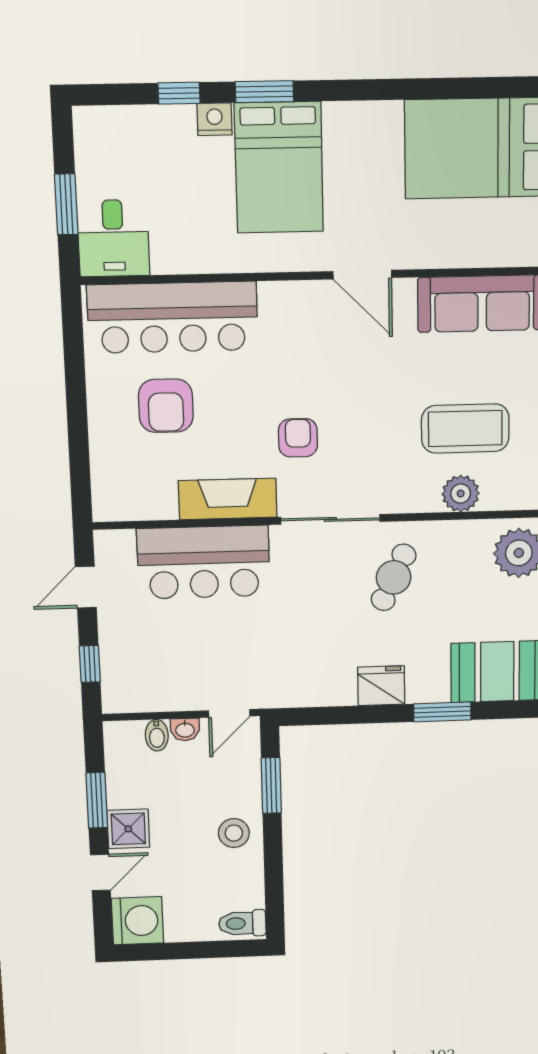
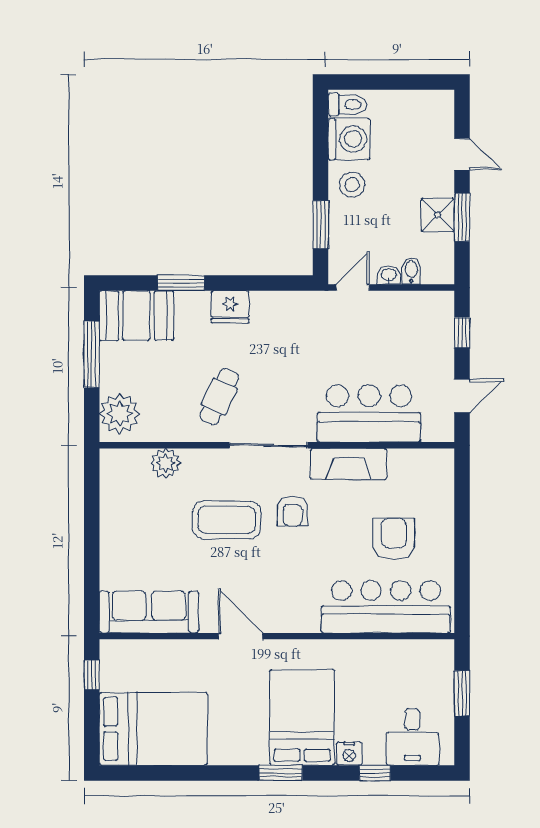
window: (264, 92) -> (281, 773), moved
desk: (113, 238) -> (412, 737), moved, turned 180
coffee table: (465, 428) -> (227, 520), moved
shower: (128, 829) -> (438, 215), moved
door: (100, 872) -> (462, 154), swing flipped
washing machine: (137, 921) -> (349, 139), moved, turned 180

